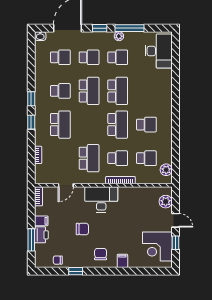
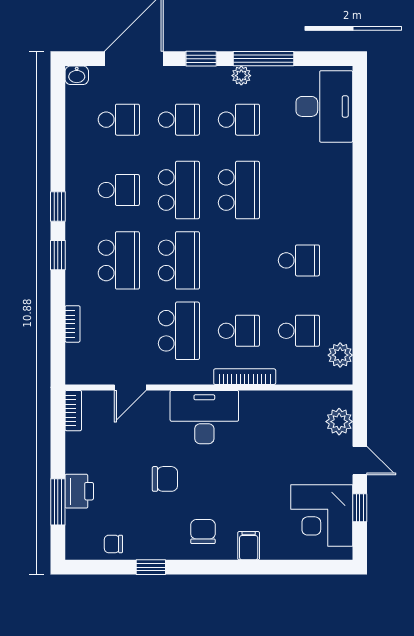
school desk: (118, 125) -> (179, 260), moved
filing cabinet: (41, 221) -> (79, 462), removed

